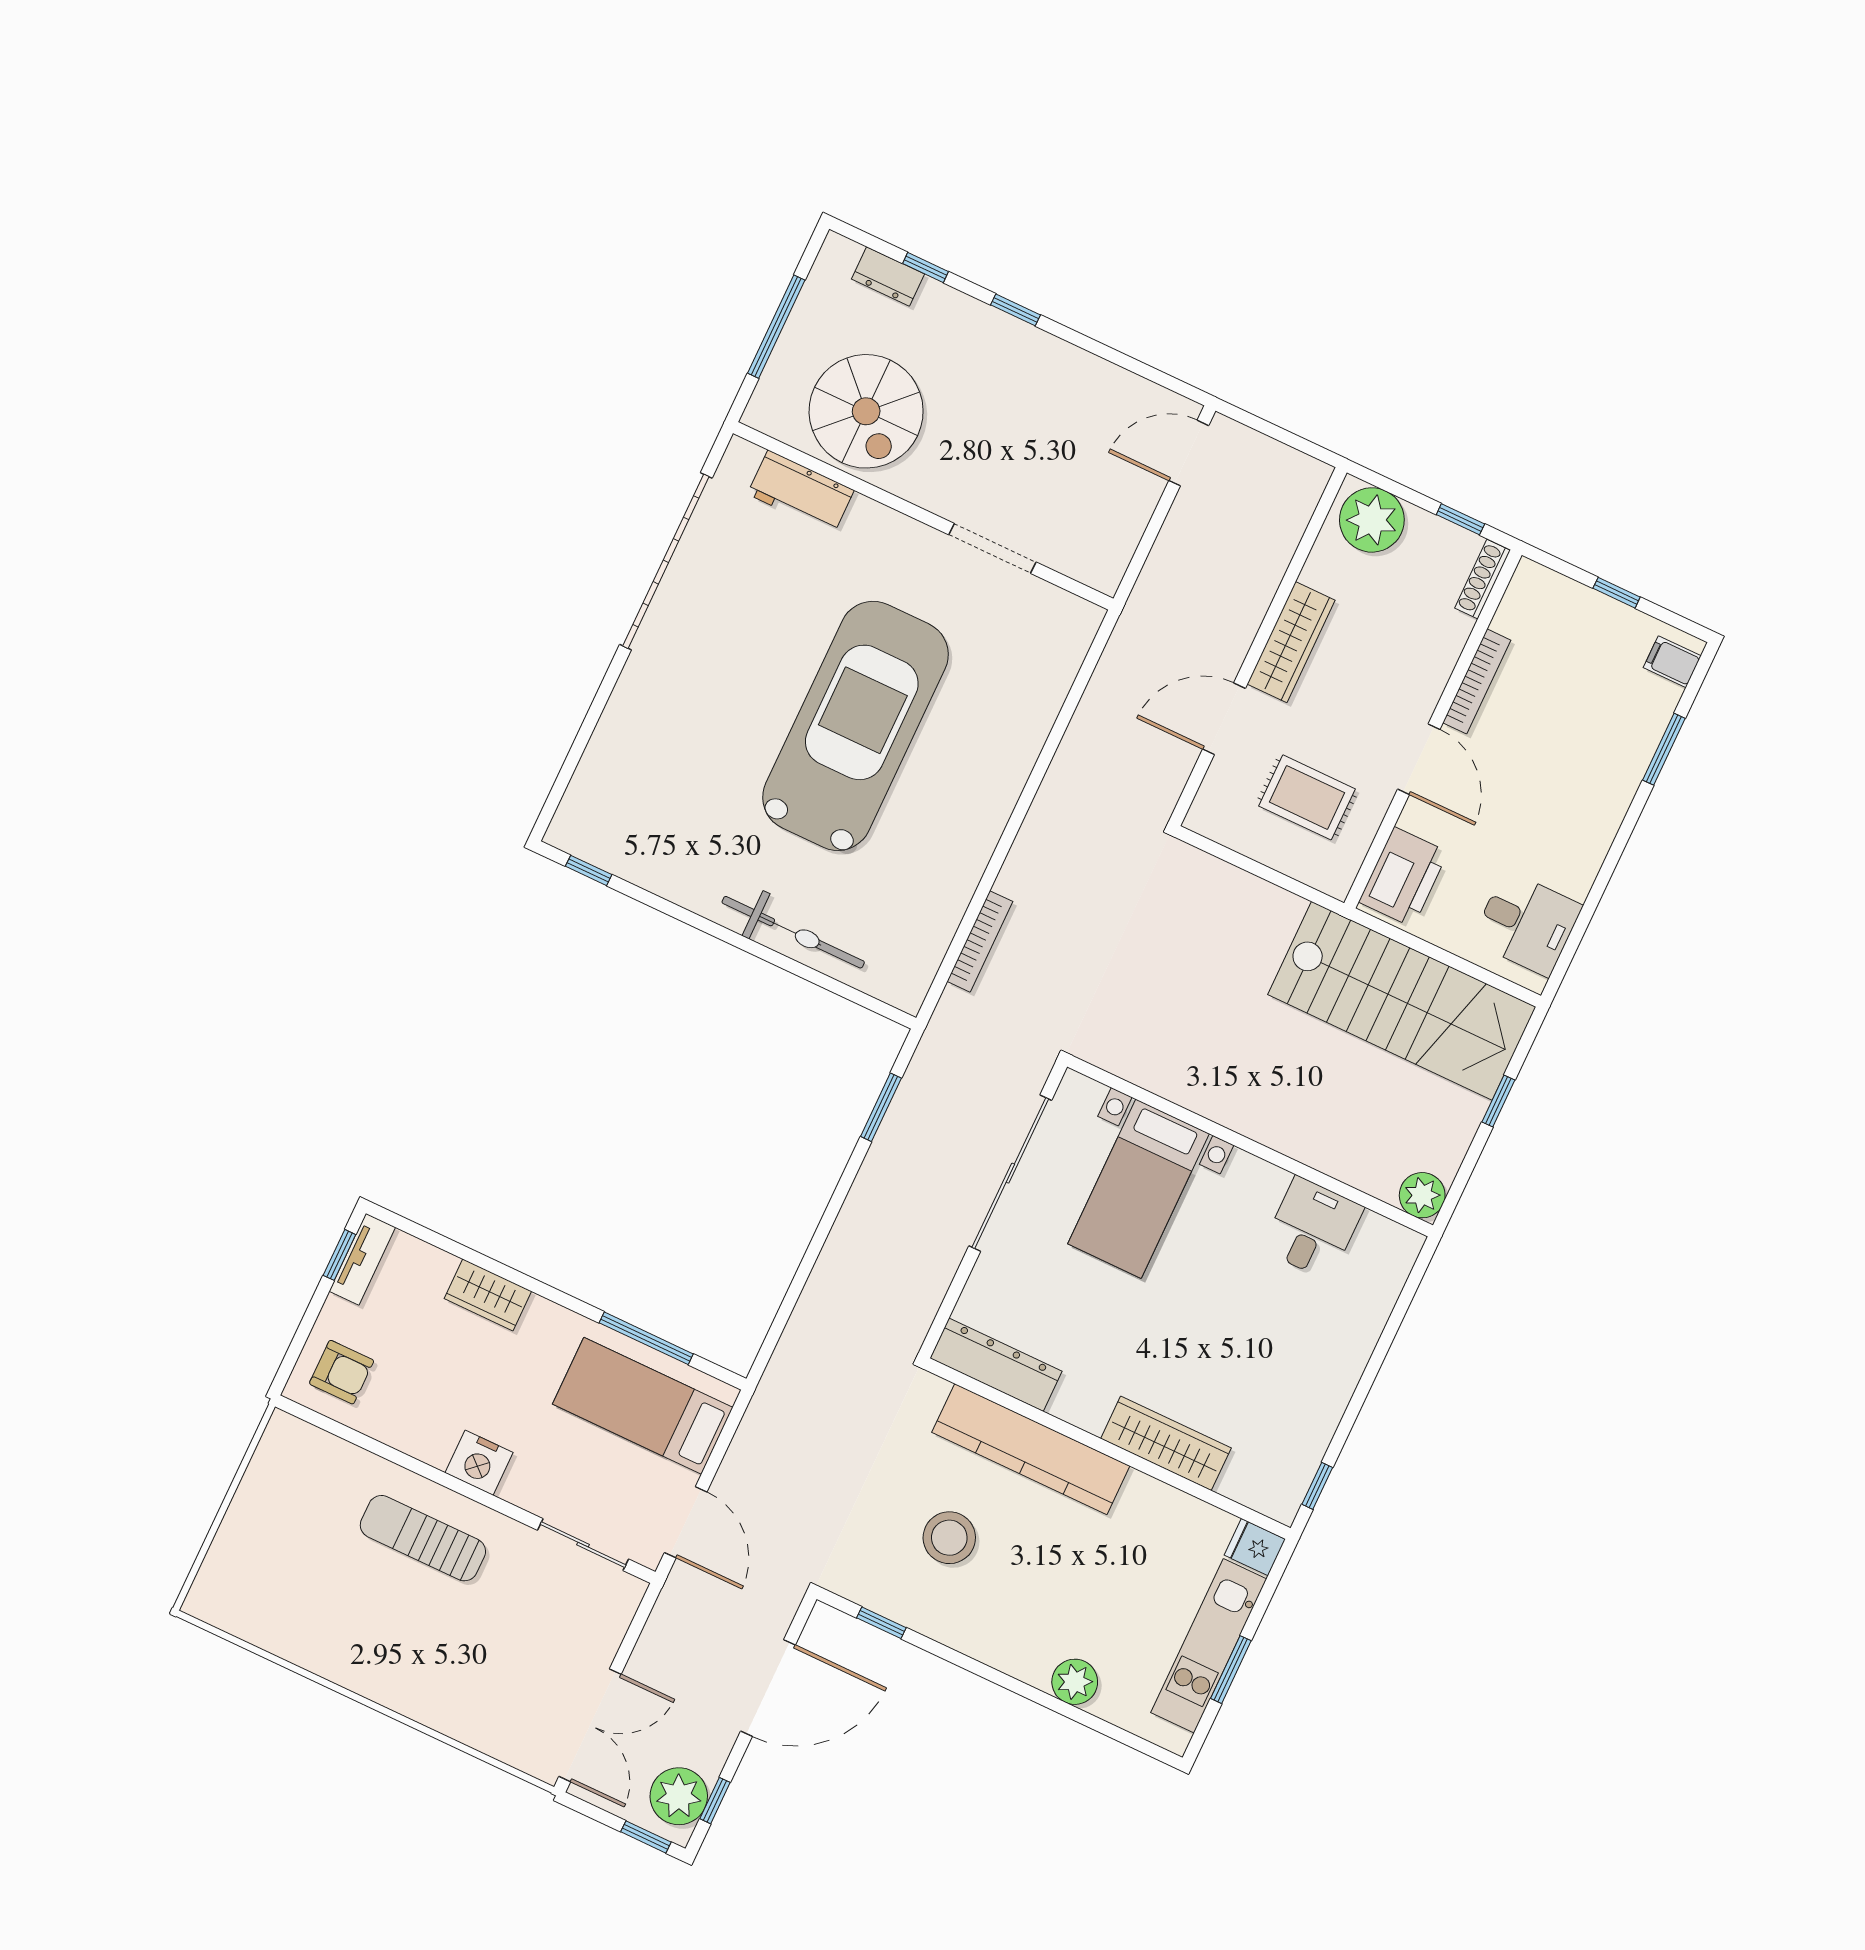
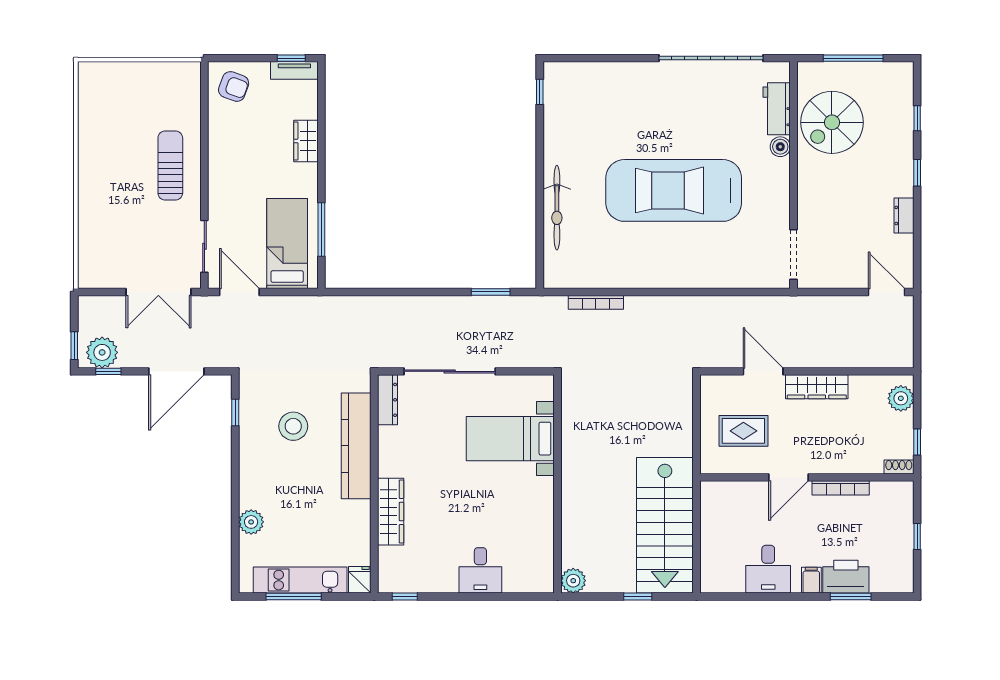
dresser: (888, 276) -> (904, 215), moved
boiler: (866, 516) -> (780, 147), added
plant: (1372, 520) -> (901, 398), width x0.73, depth x0.73
doorway: (992, 548) -> (794, 255), moved
shoe rack: (1482, 579) -> (899, 467), width x0.70
filing cabinet: (1672, 662) -> (811, 580), moved
car: (855, 726) -> (674, 190), turned 180
rug: (1307, 797) -> (743, 431), turned 90
printer: (1403, 877) -> (846, 577), moved, turned 180
desk: (1527, 923) -> (768, 569), moved
sliding door: (1010, 1173) -> (450, 371), moved
desk: (1313, 1228) -> (480, 570), moved, turned 90
dresser: (996, 1365) -> (387, 400), width x0.73, depth x0.80
armchair: (342, 1372) -> (234, 86), turned -70
nightstand: (479, 1463) -> (221, 176), removed
door: (686, 1522) -> (239, 292), swing flipped
window: (1231, 1670) -> (294, 596), width x1.44
door: (768, 1688) -> (176, 371), hinge flipped
double door: (590, 1725) -> (158, 292), moved

